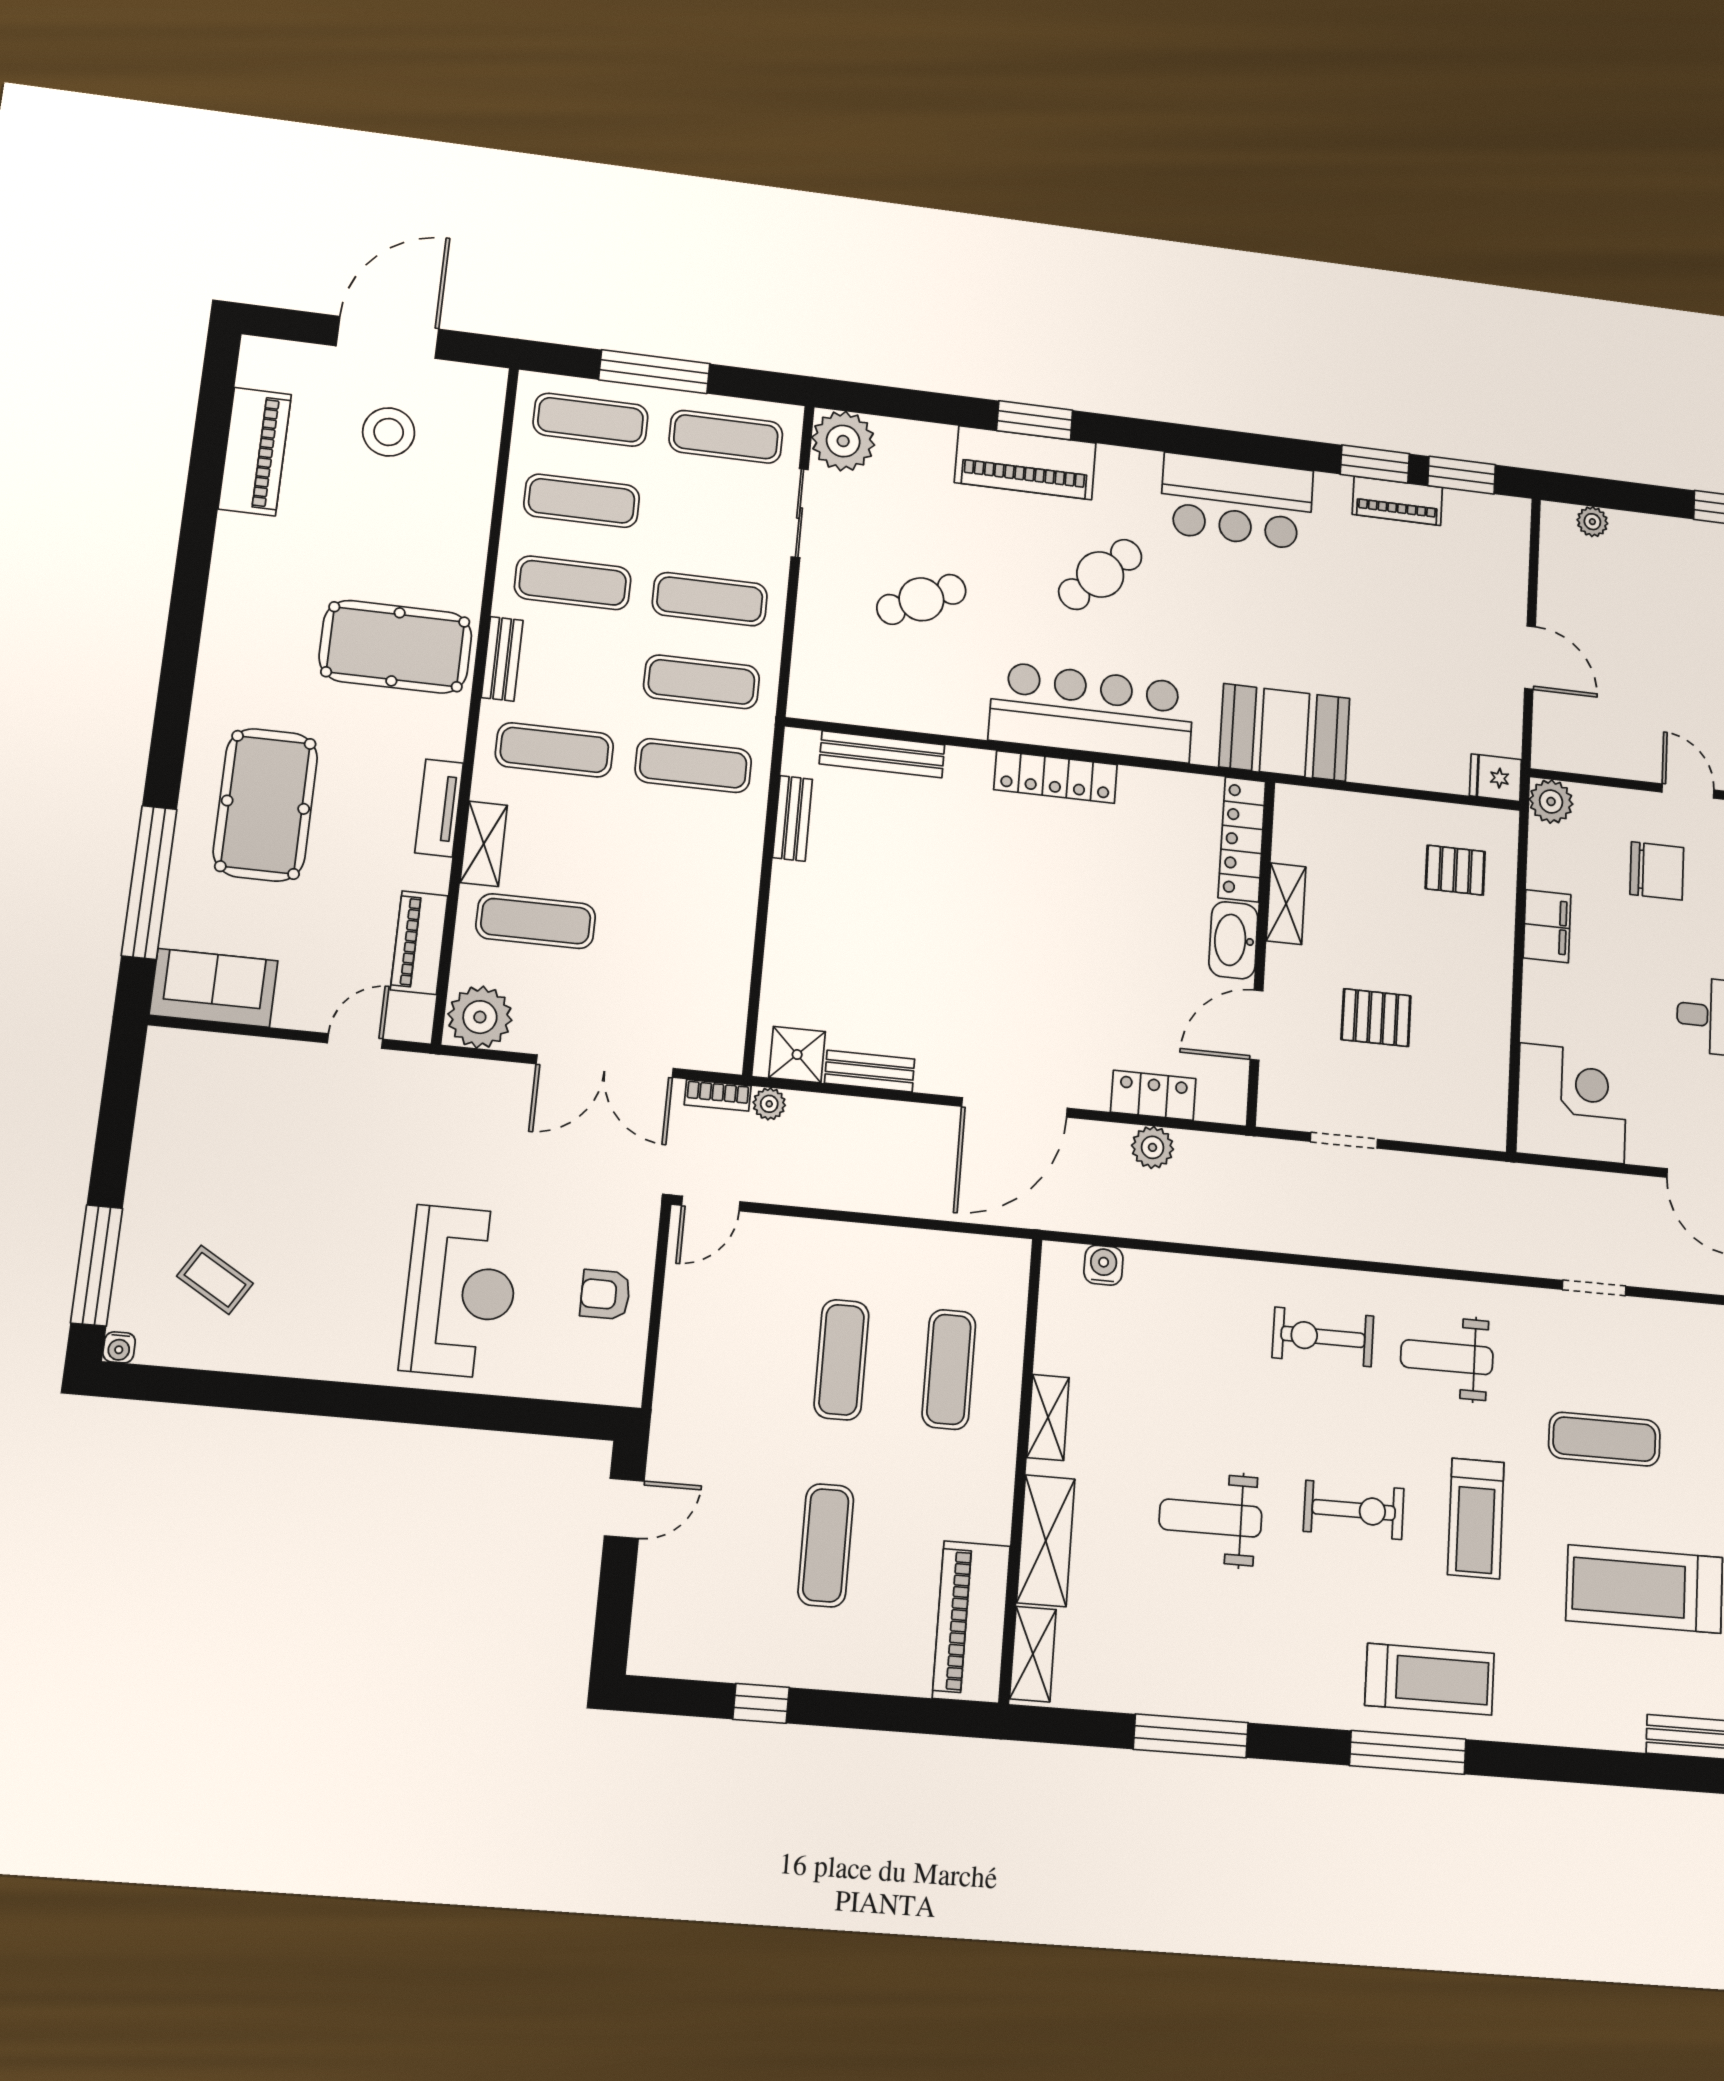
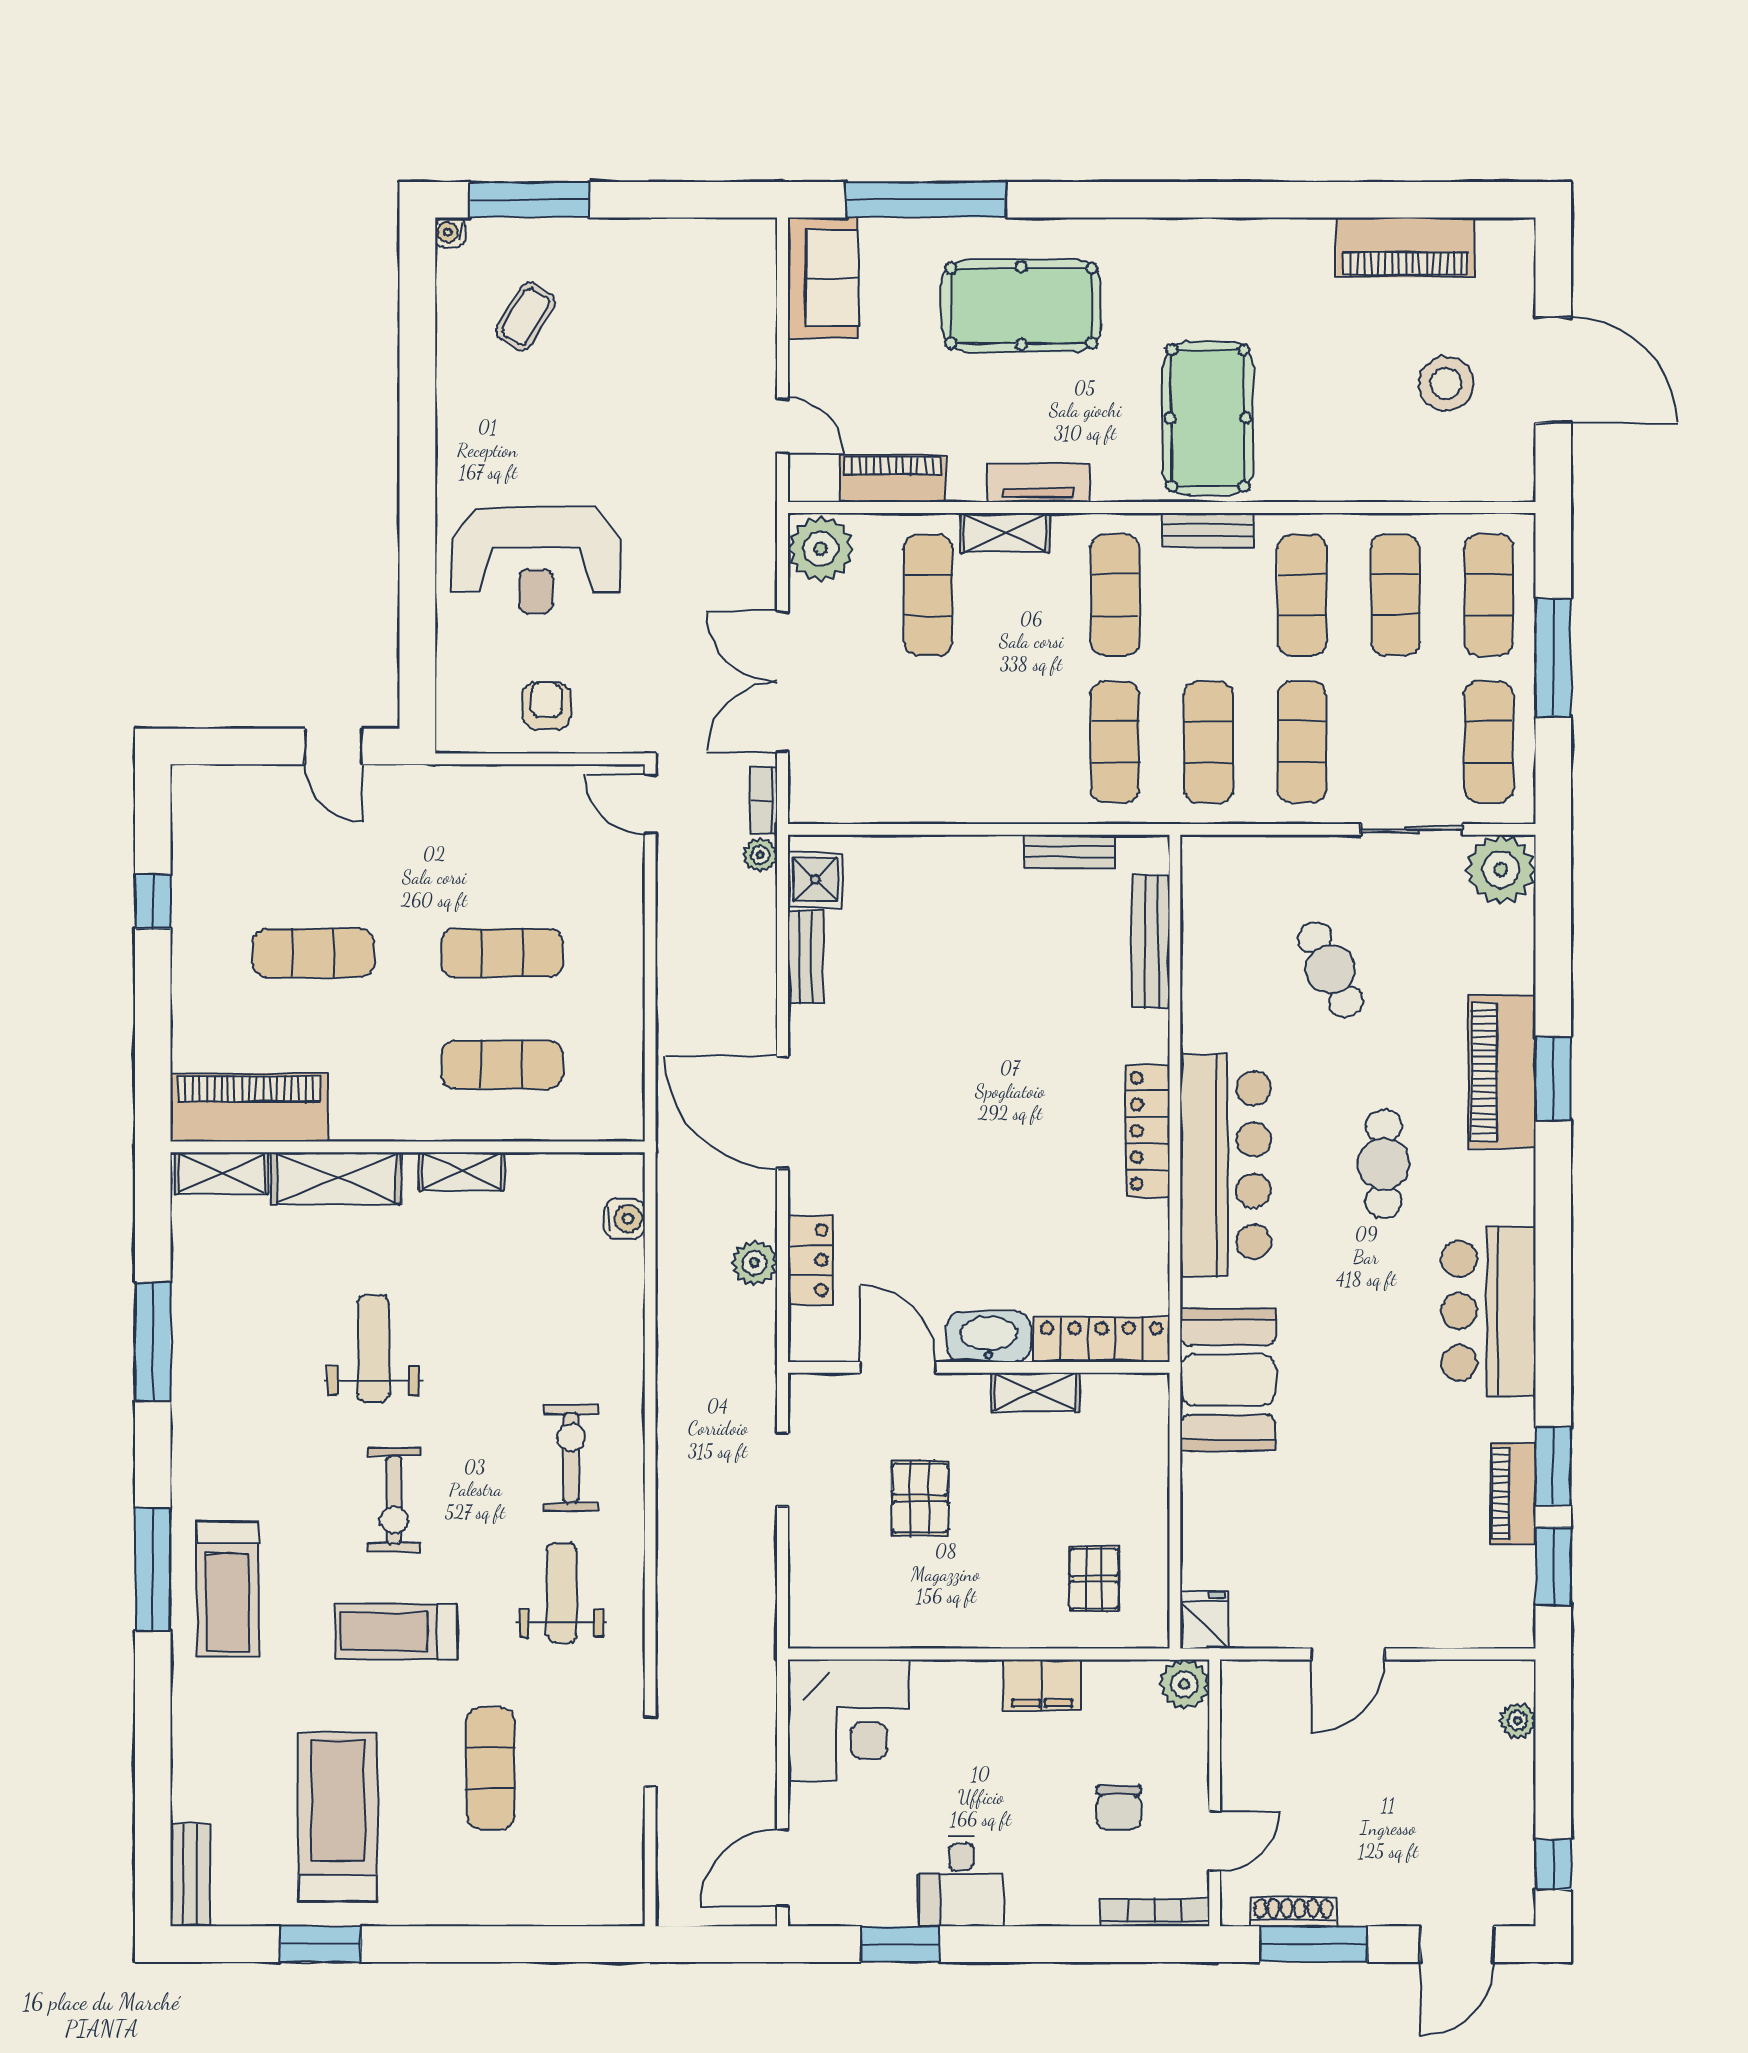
cafe table: (1100, 574) -> (1384, 1164), turned 44
chair: (1657, 871) -> (1119, 1808), width x0.73, depth x0.73

